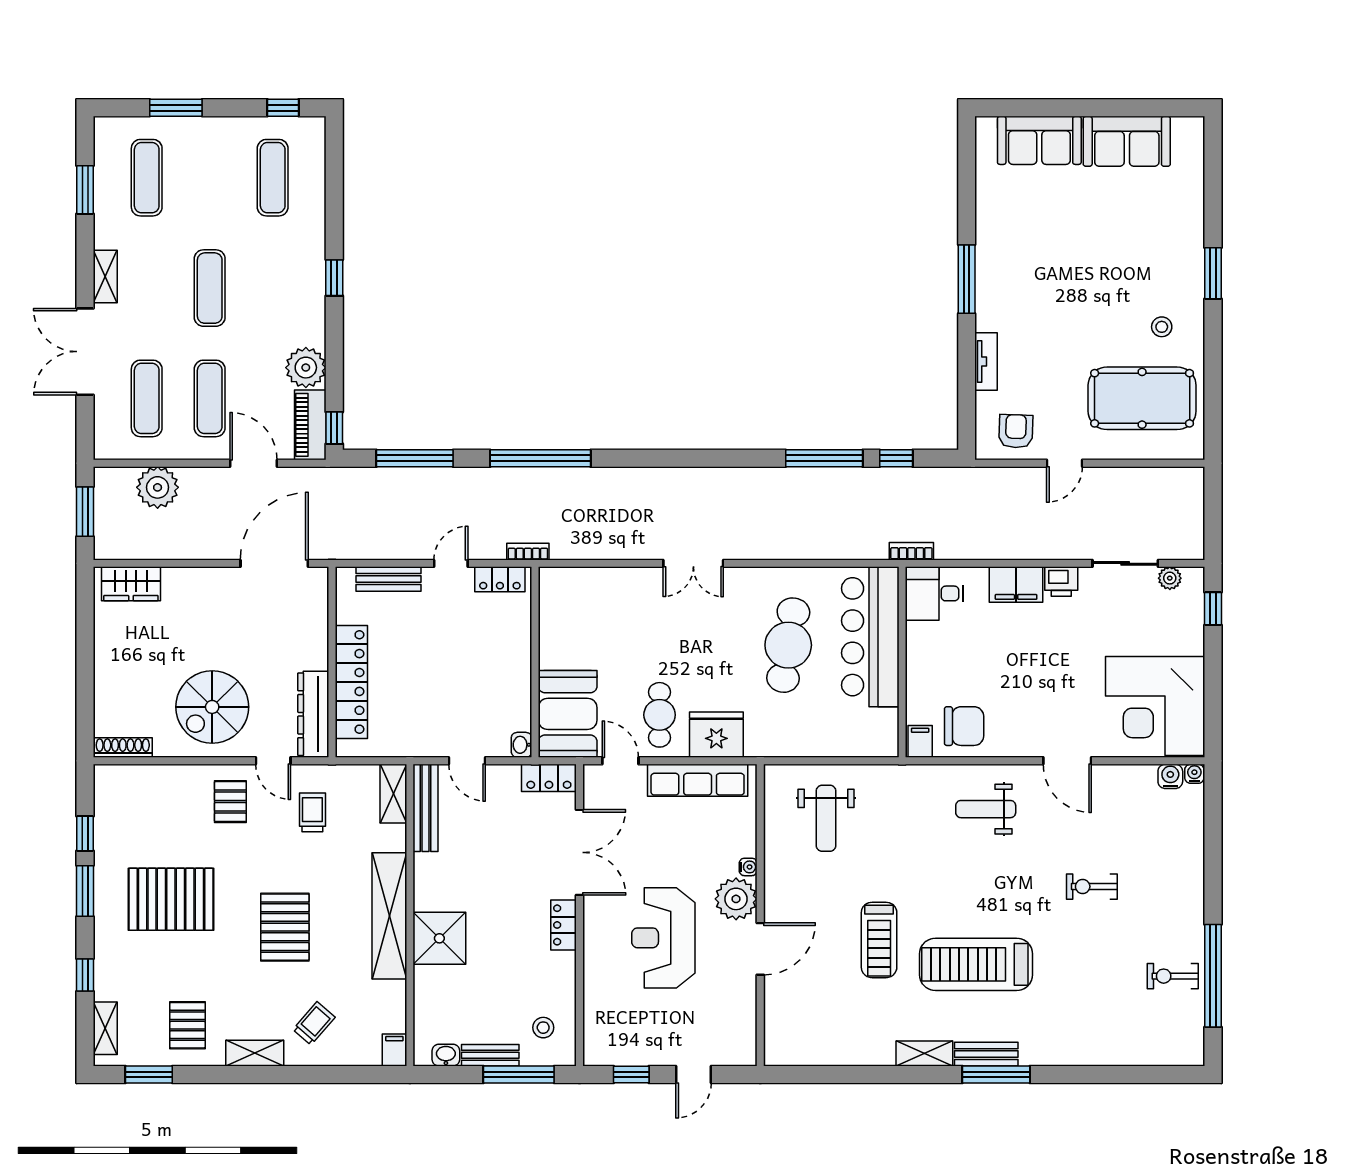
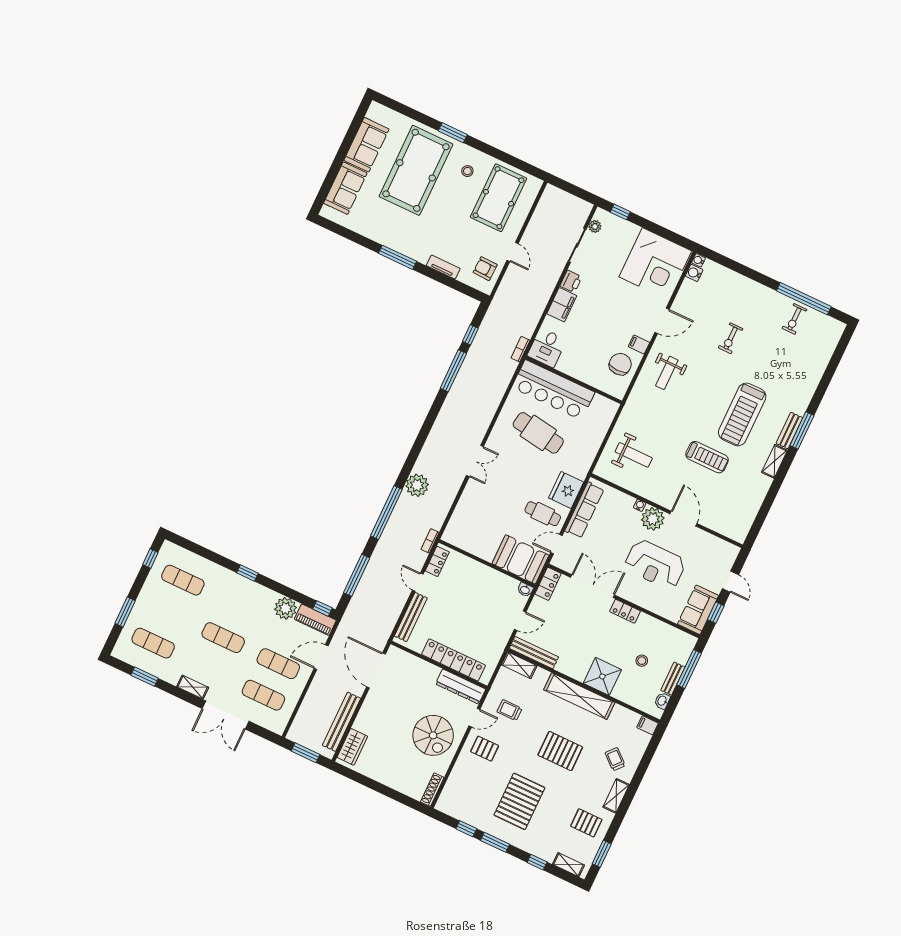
pool table: (1123, 242) -> (416, 170), added
plant: (158, 487) -> (417, 485), moved
bench: (164, 547) -> (342, 722), added
bench: (389, 579) -> (411, 617), width x1.36
filing cabinet: (920, 741) -> (639, 344), moved
stool: (543, 1028) -> (642, 661), moved
sofa: (622, 1043) -> (698, 610), added

